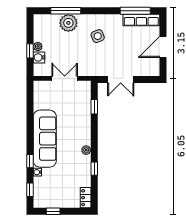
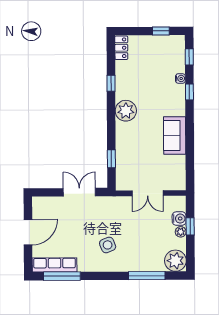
plant: (68, 23) -> (175, 261), moved
sofa: (45, 139) -> (175, 136), width x0.54, depth x0.79
plant: (86, 150) -> (126, 111), width x1.88, depth x1.88

